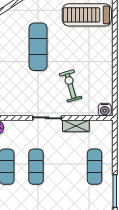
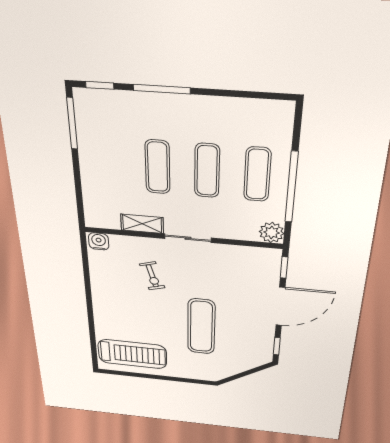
exercise bike: (71, 86) -> (152, 276), width x0.73, depth x0.72
exercise mat: (95, 167) -> (158, 167), moved

